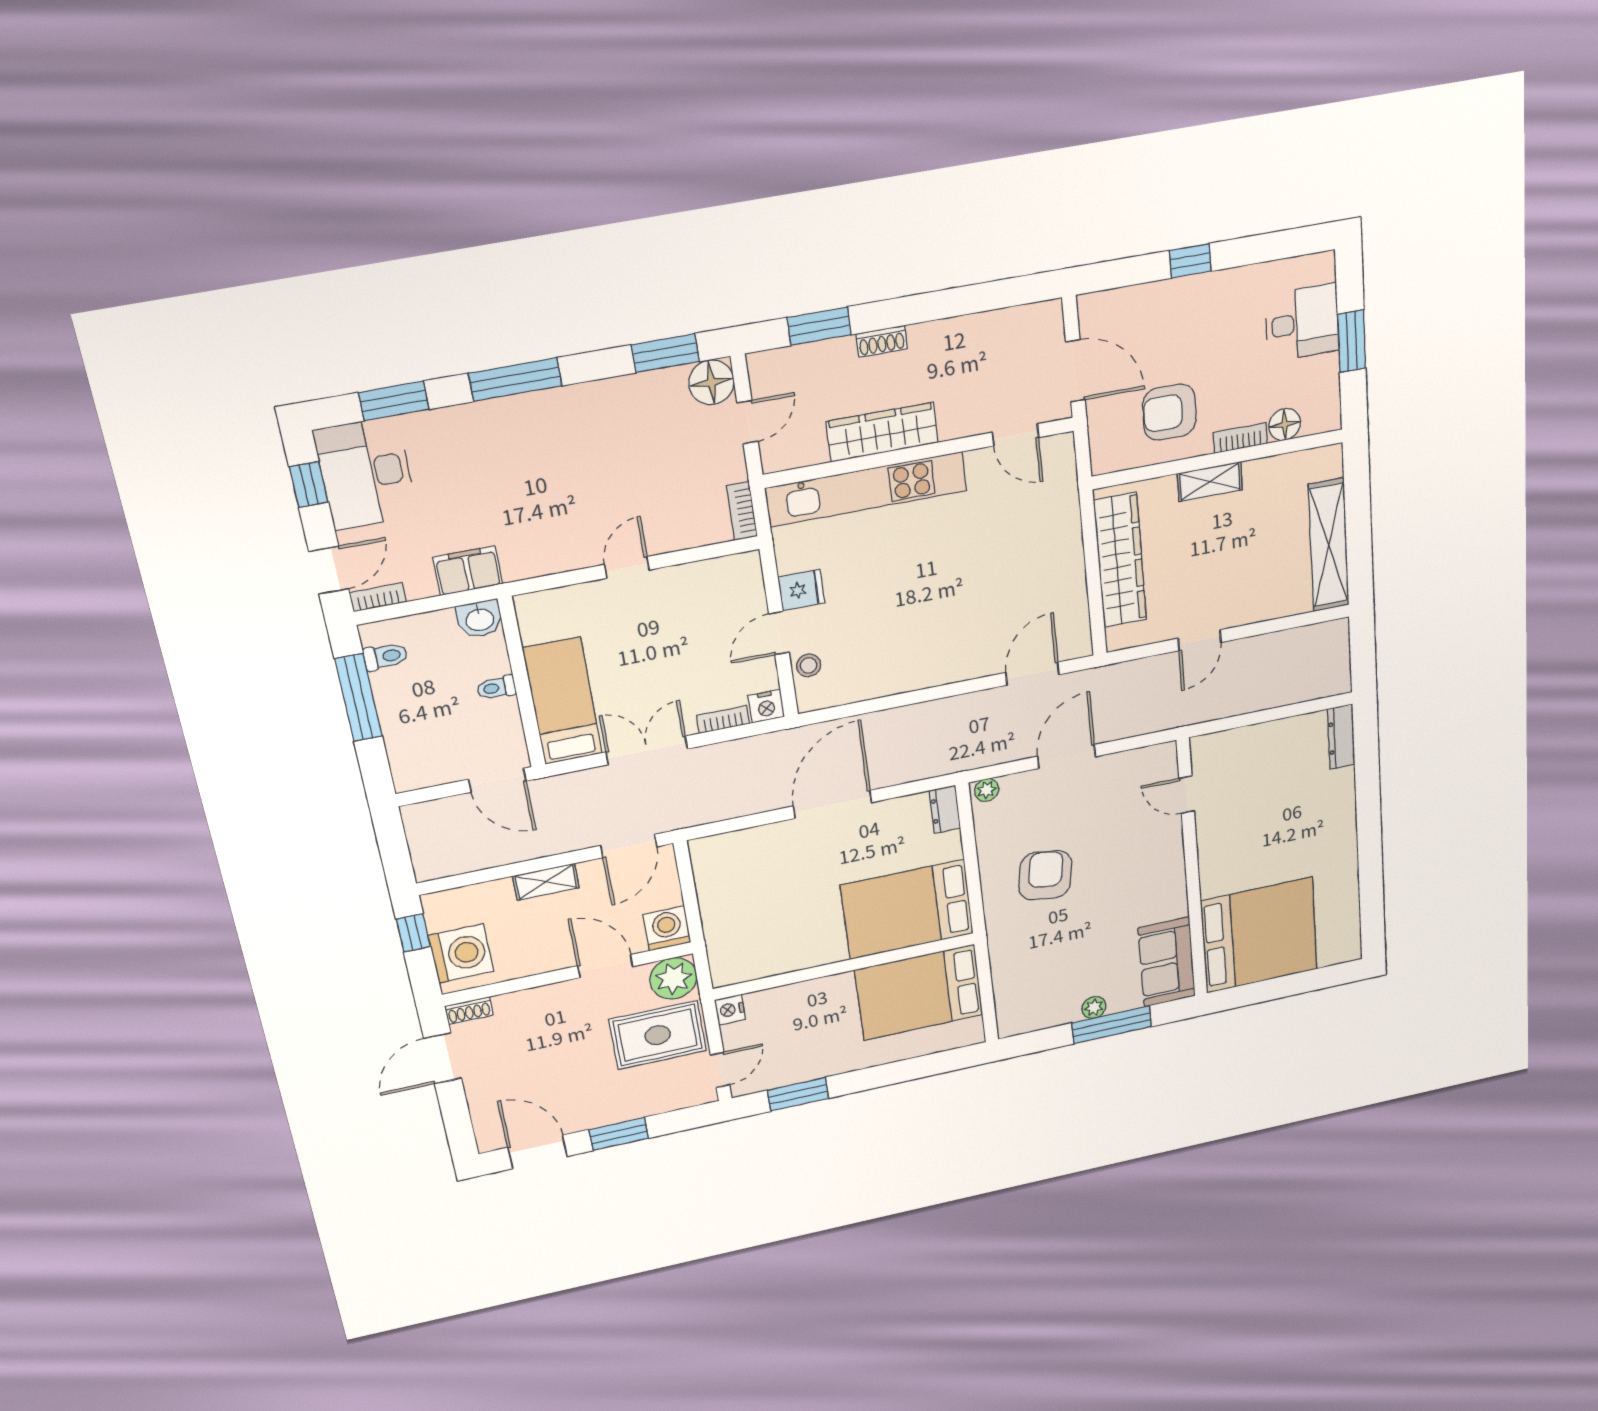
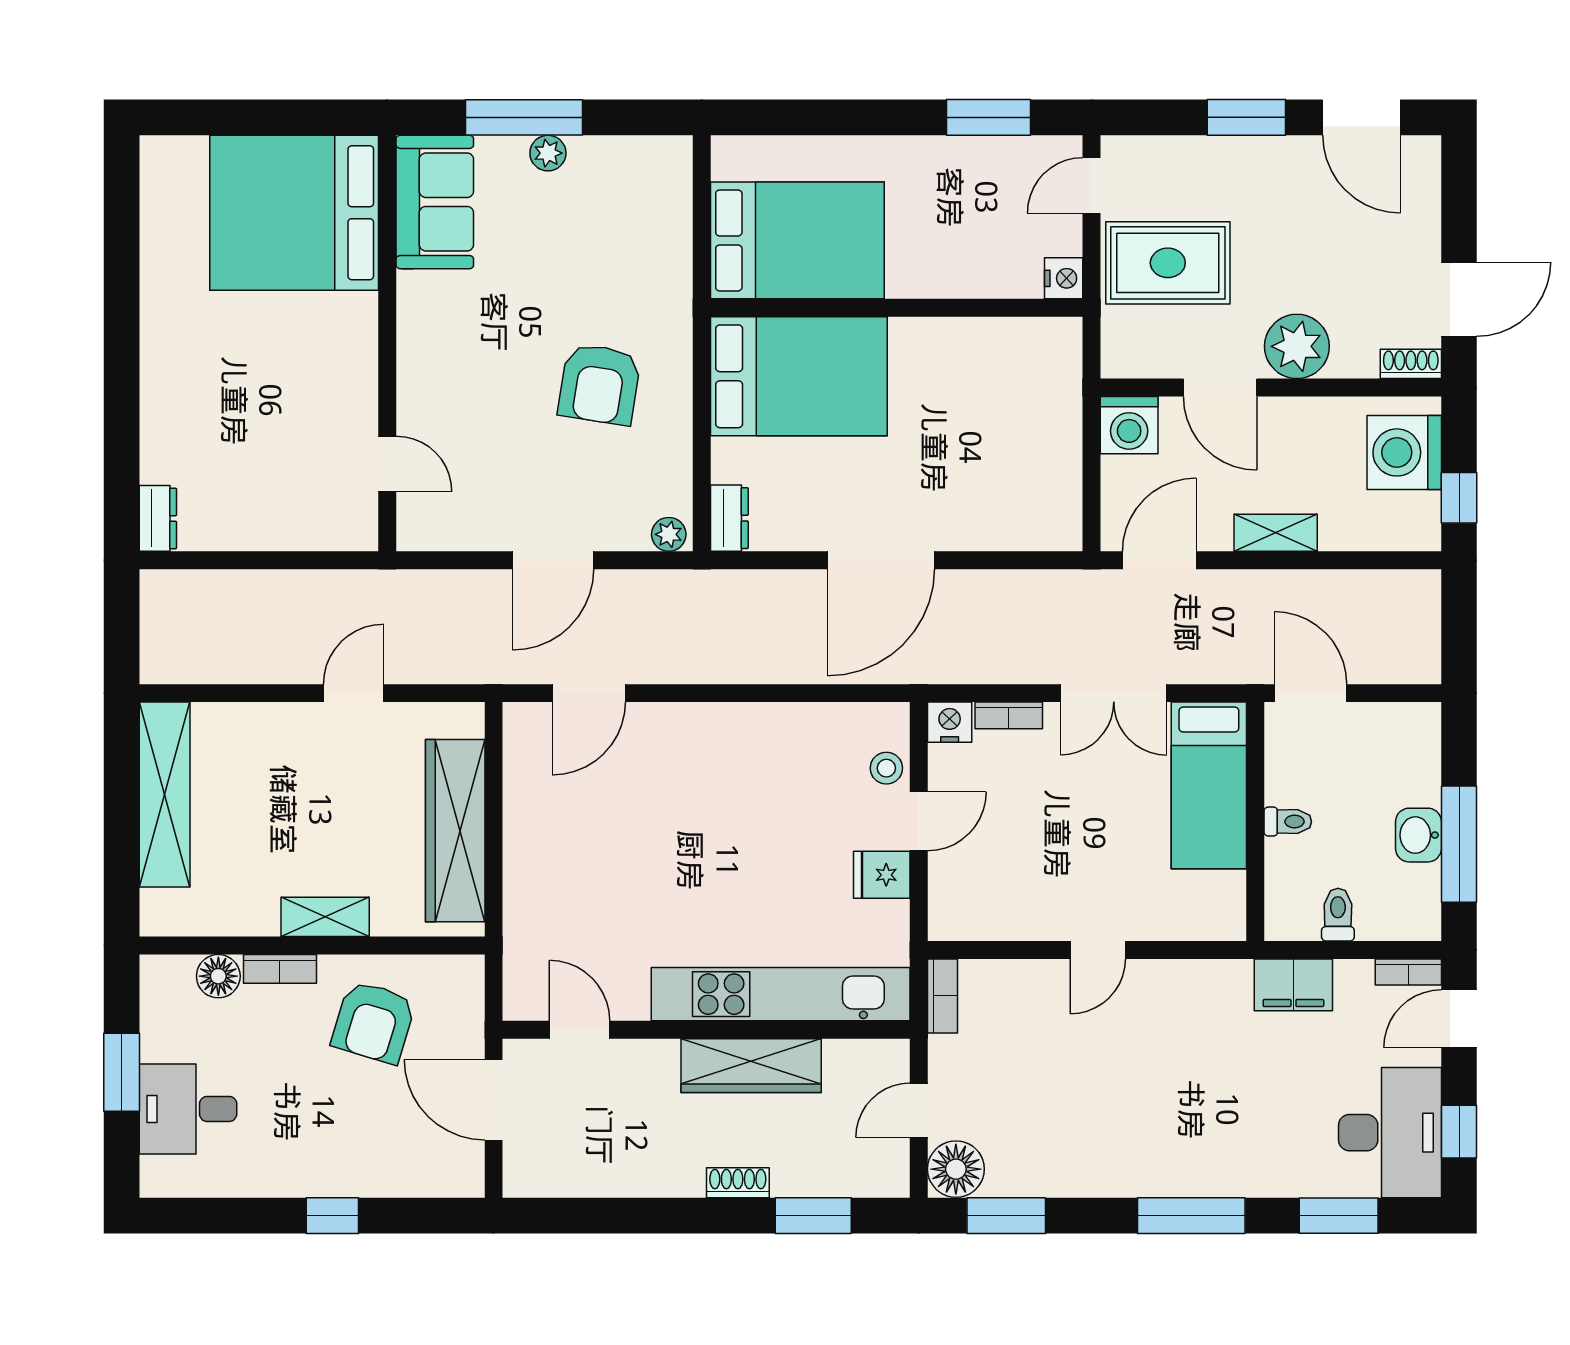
armchair: (1169, 412) -> (374, 1022), turned 106
washbasin: (480, 619) -> (1418, 835), moved, turned -90
toilet: (386, 656) -> (1338, 915), moved, turned 90
dresser: (1341, 737) -> (158, 518), width x0.70
plant: (673, 978) -> (1297, 346), moved

